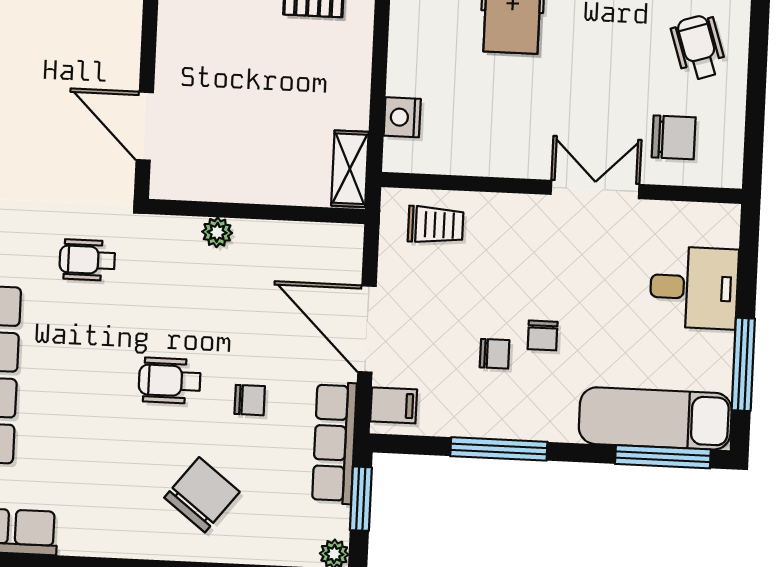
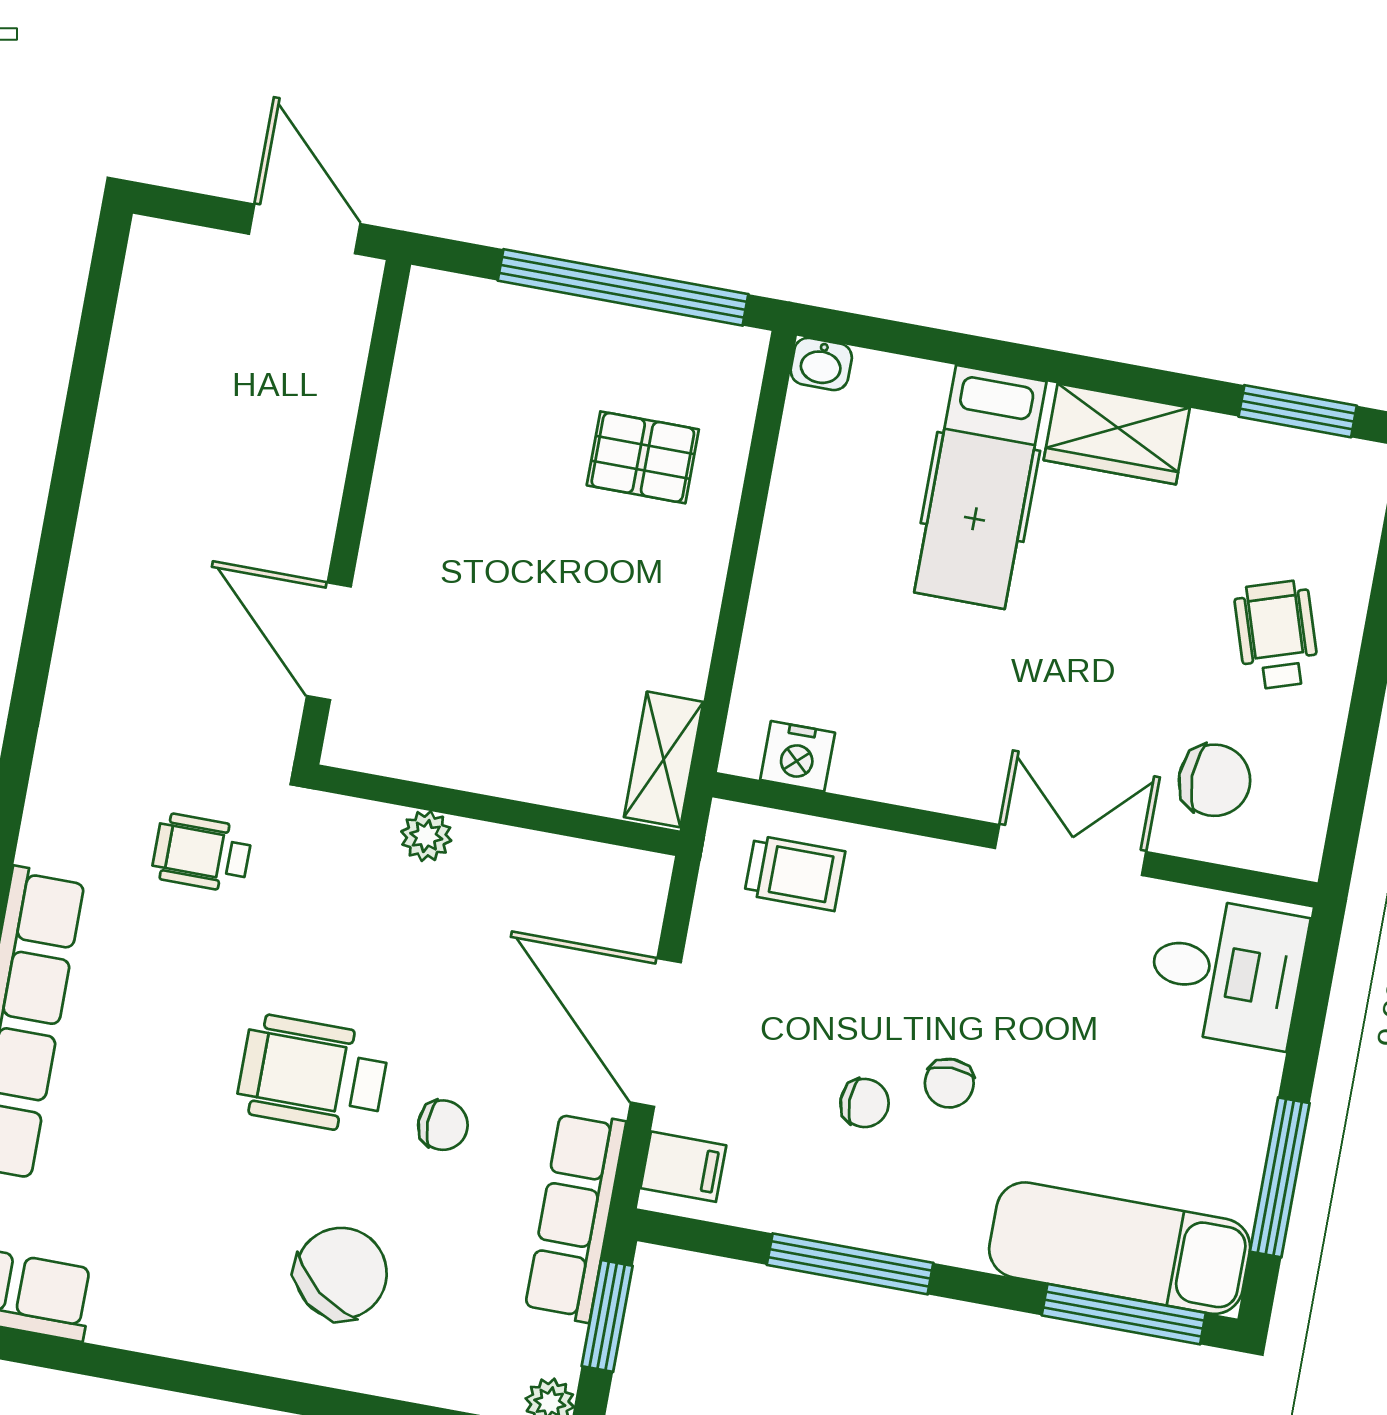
nightstand: (402, 117) -> (798, 756), moved, turned -90
desk: (694, 288) -> (1226, 972), moved
wheelchair: (170, 381) -> (313, 1074), width x1.36, depth x1.37

